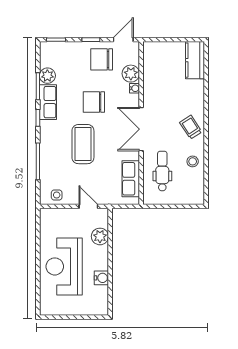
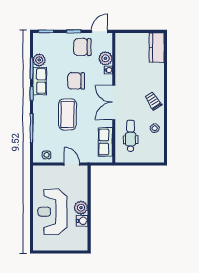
plant: (100, 236) -> (81, 208), moved

